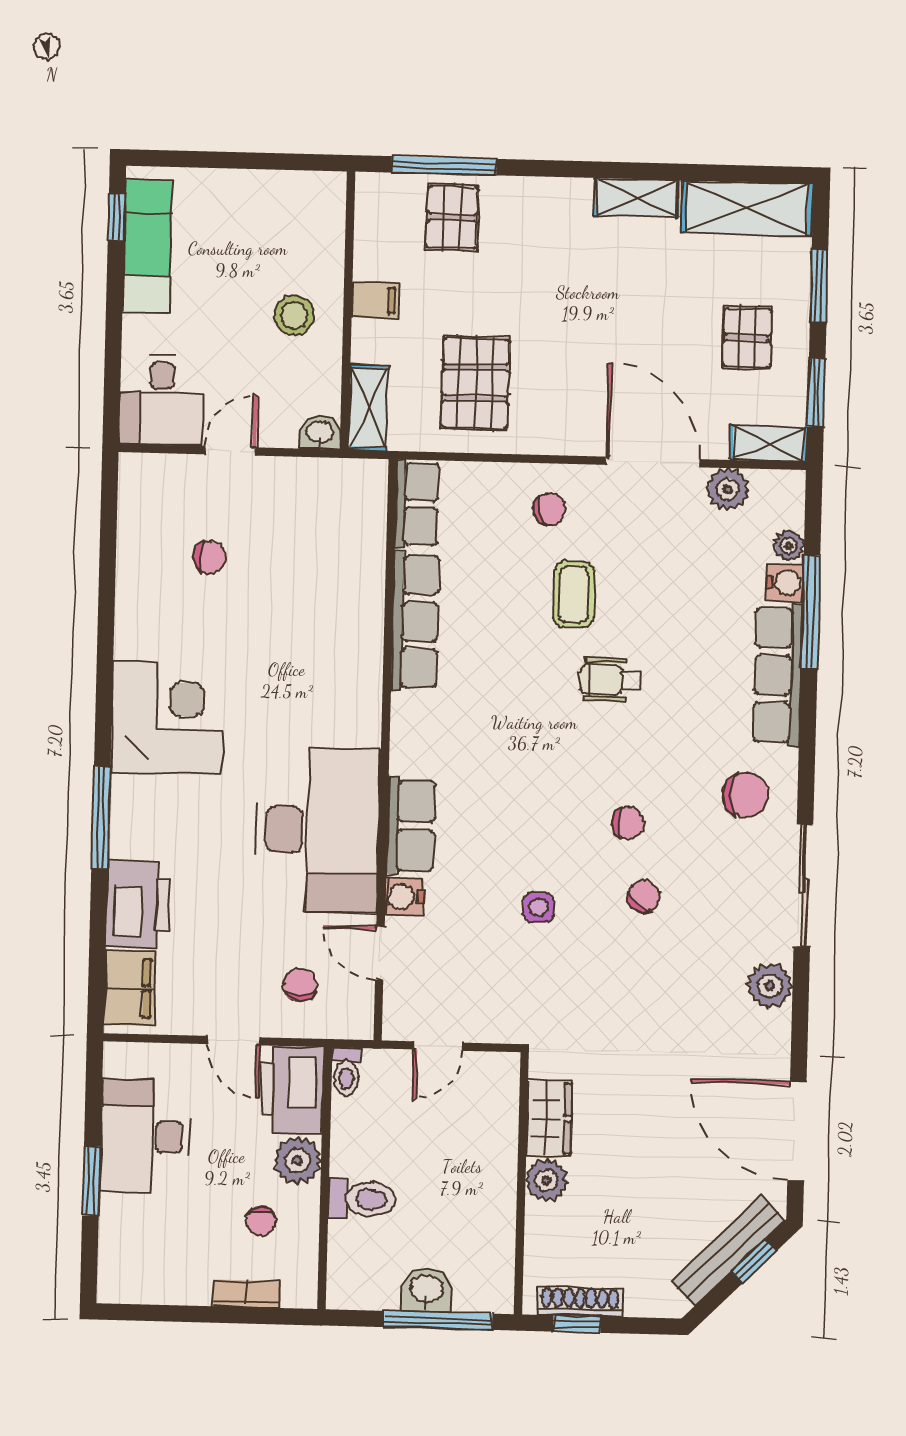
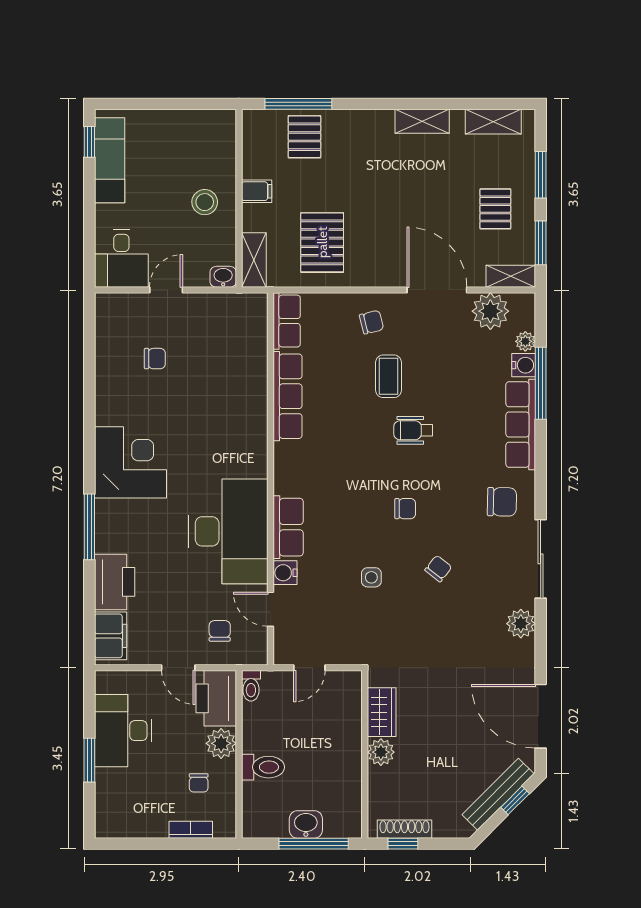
shelving: (747, 208) -> (493, 122), width x0.67, depth x0.75
plant: (728, 489) -> (490, 311), width x1.36, depth x1.36
chair: (628, 823) -> (405, 509), moved

